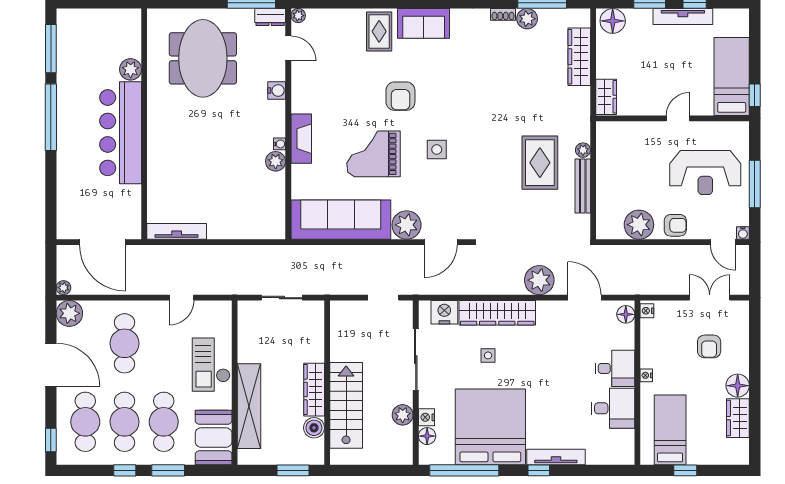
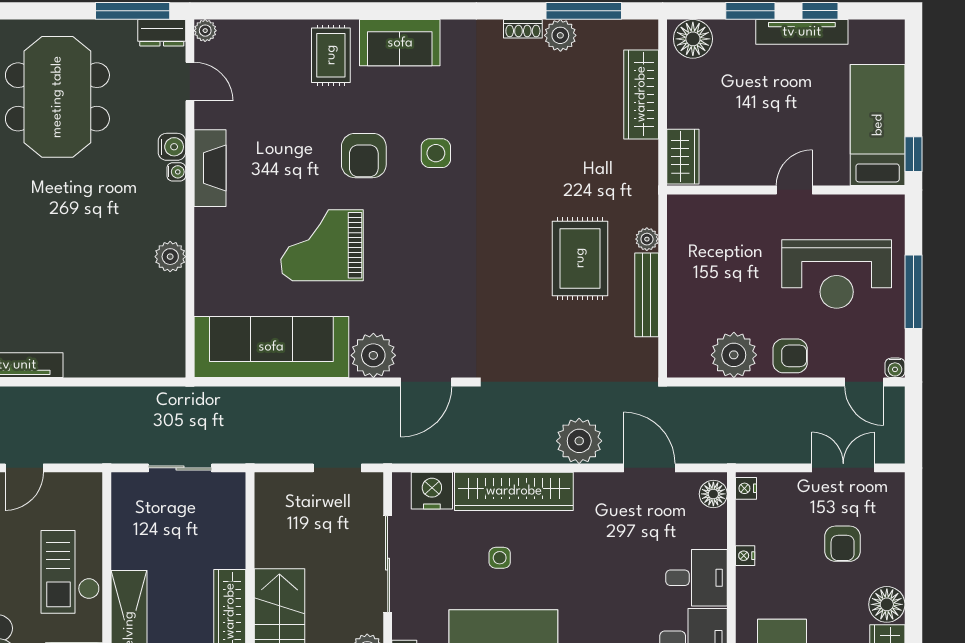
fireplace: (301, 139) -> (210, 168), moved
water cooler: (280, 144) -> (176, 172), moved
side table: (437, 149) -> (436, 153), moved
nightstand: (646, 375) -> (745, 556), moved

